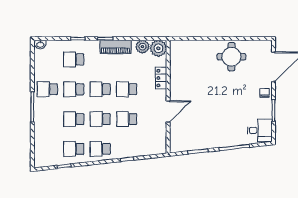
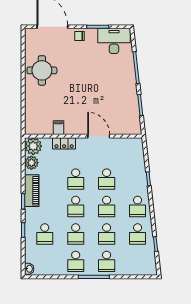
filing cabinet: (176, 73) -> (59, 128), added
school desk: (47, 119) -> (107, 261), added
desk: (260, 130) -> (114, 41), width x1.37

